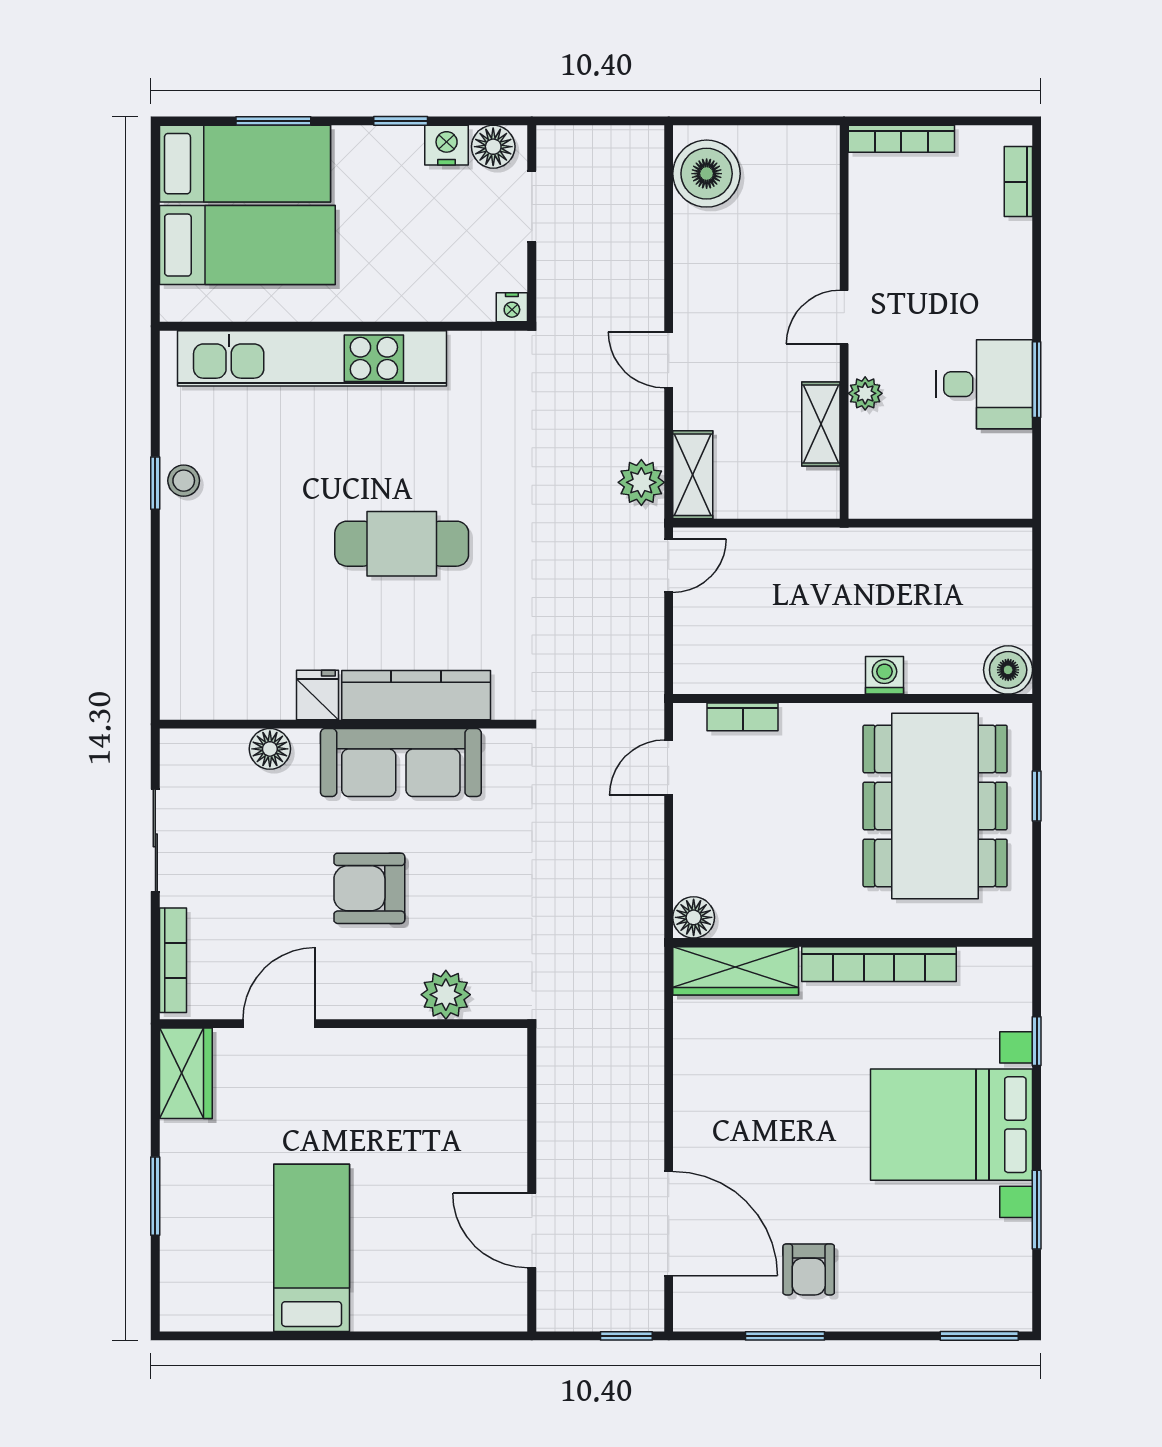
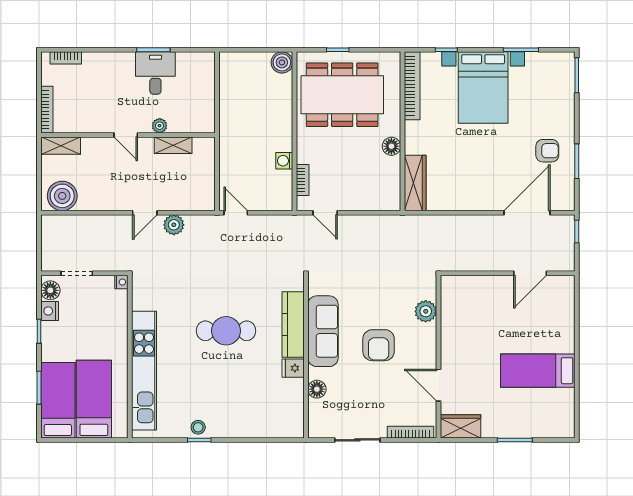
shelving: (693, 475) -> (61, 146), moved
plant: (641, 482) -> (174, 225), moved
cafe table: (402, 544) -> (226, 331), turned 90
washing machine: (884, 675) -> (284, 161), moved
floor lamp: (694, 917) -> (391, 146), moved
bookcase: (879, 964) -> (412, 86), moved

